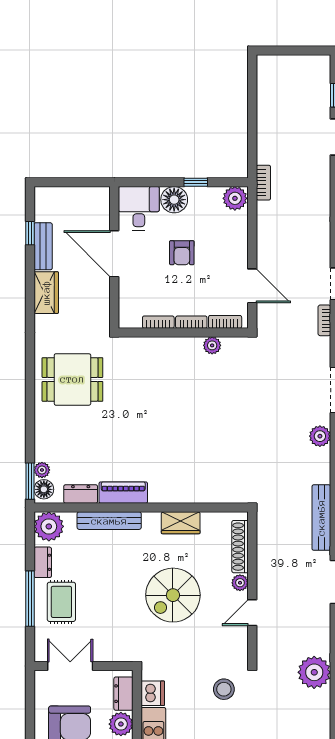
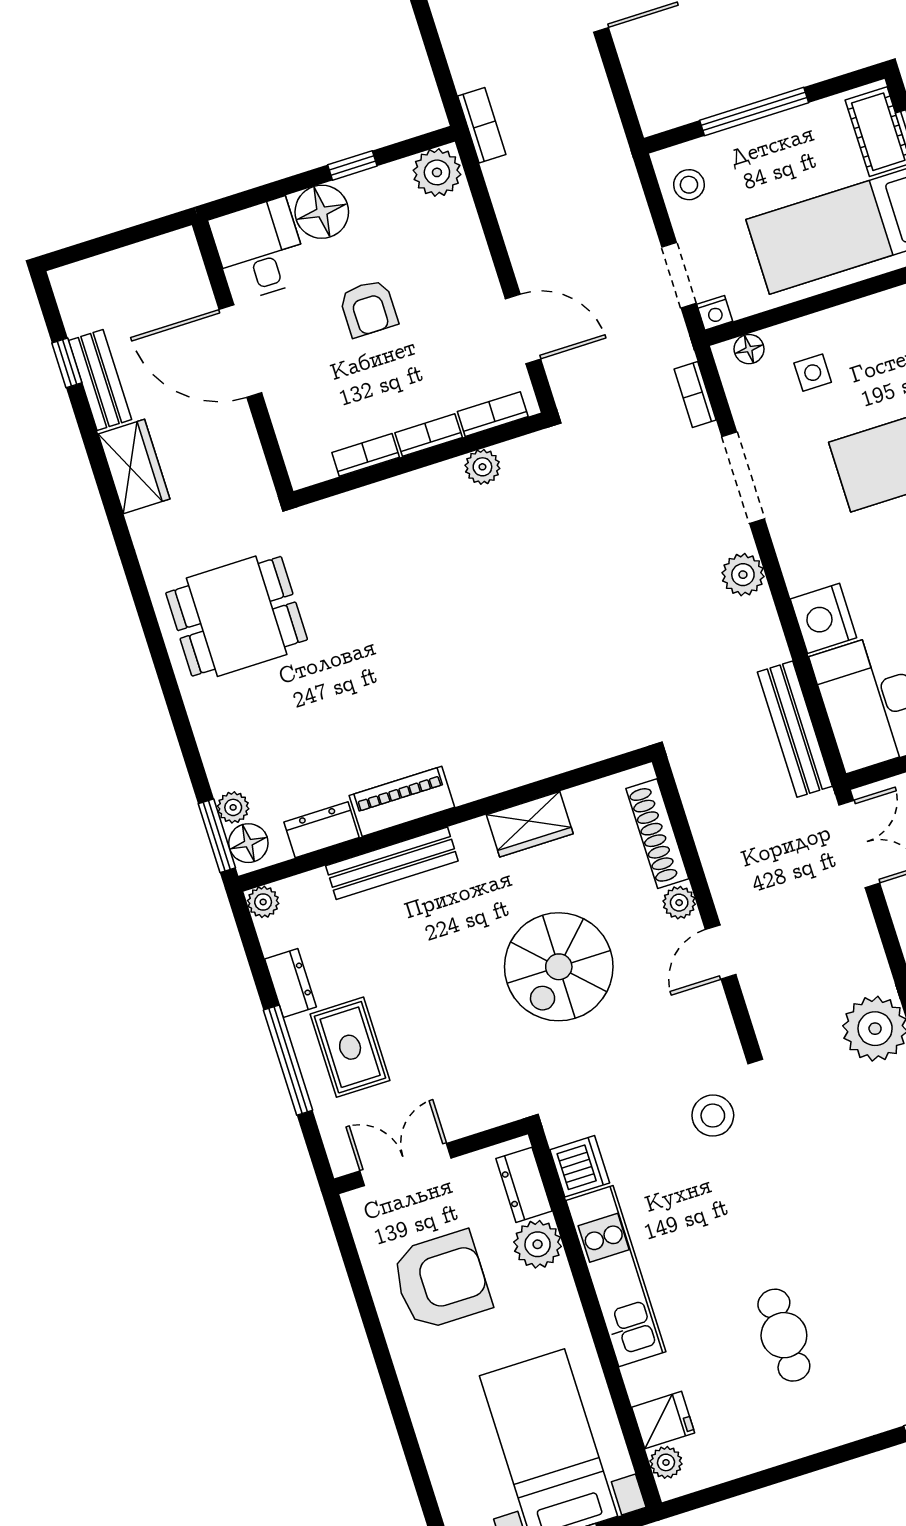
bookcase: (324, 320) -> (695, 394), moved
plant: (49, 526) -> (263, 902), width x0.53, depth x0.53

